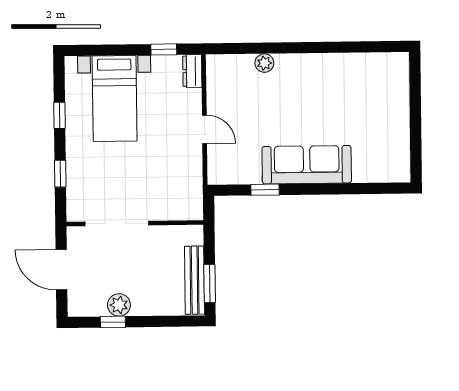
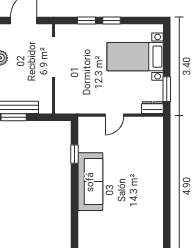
window: (164, 49) -> (167, 89), width x1.50
plant: (264, 63) -> (157, 155), removed
window: (60, 115) -> (111, 21), moved

